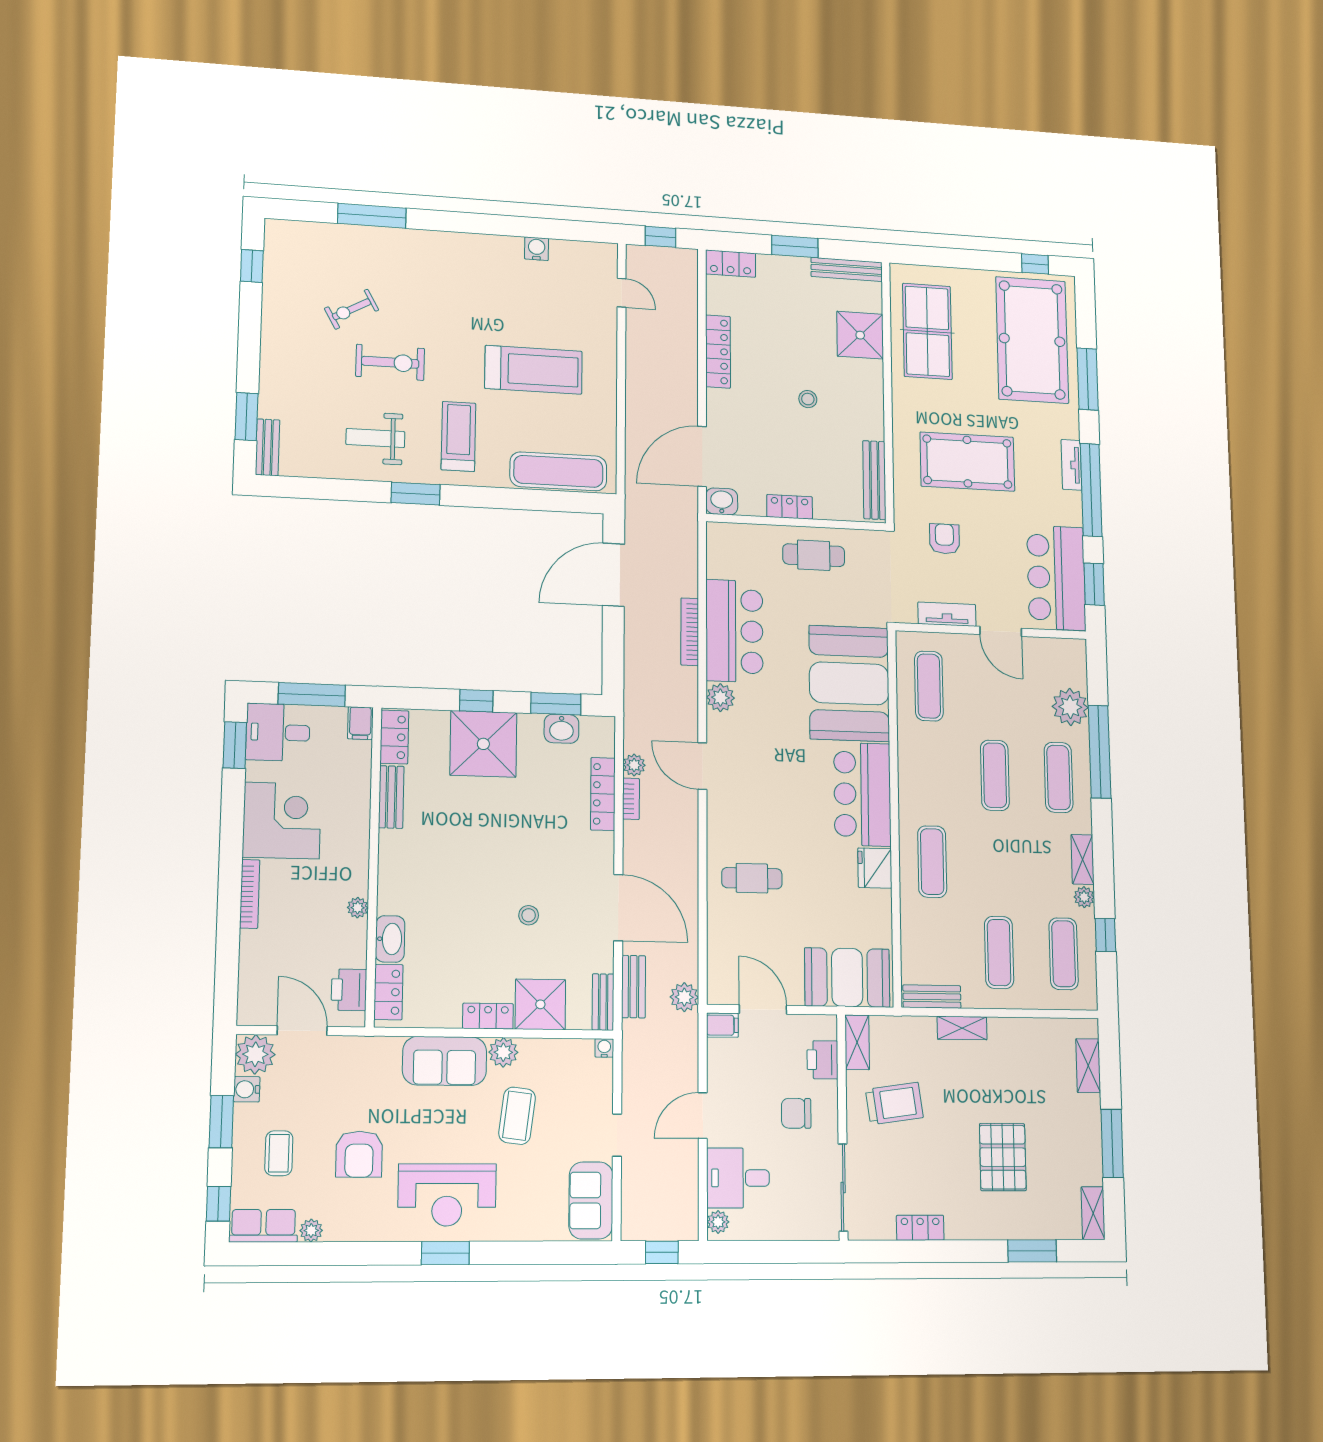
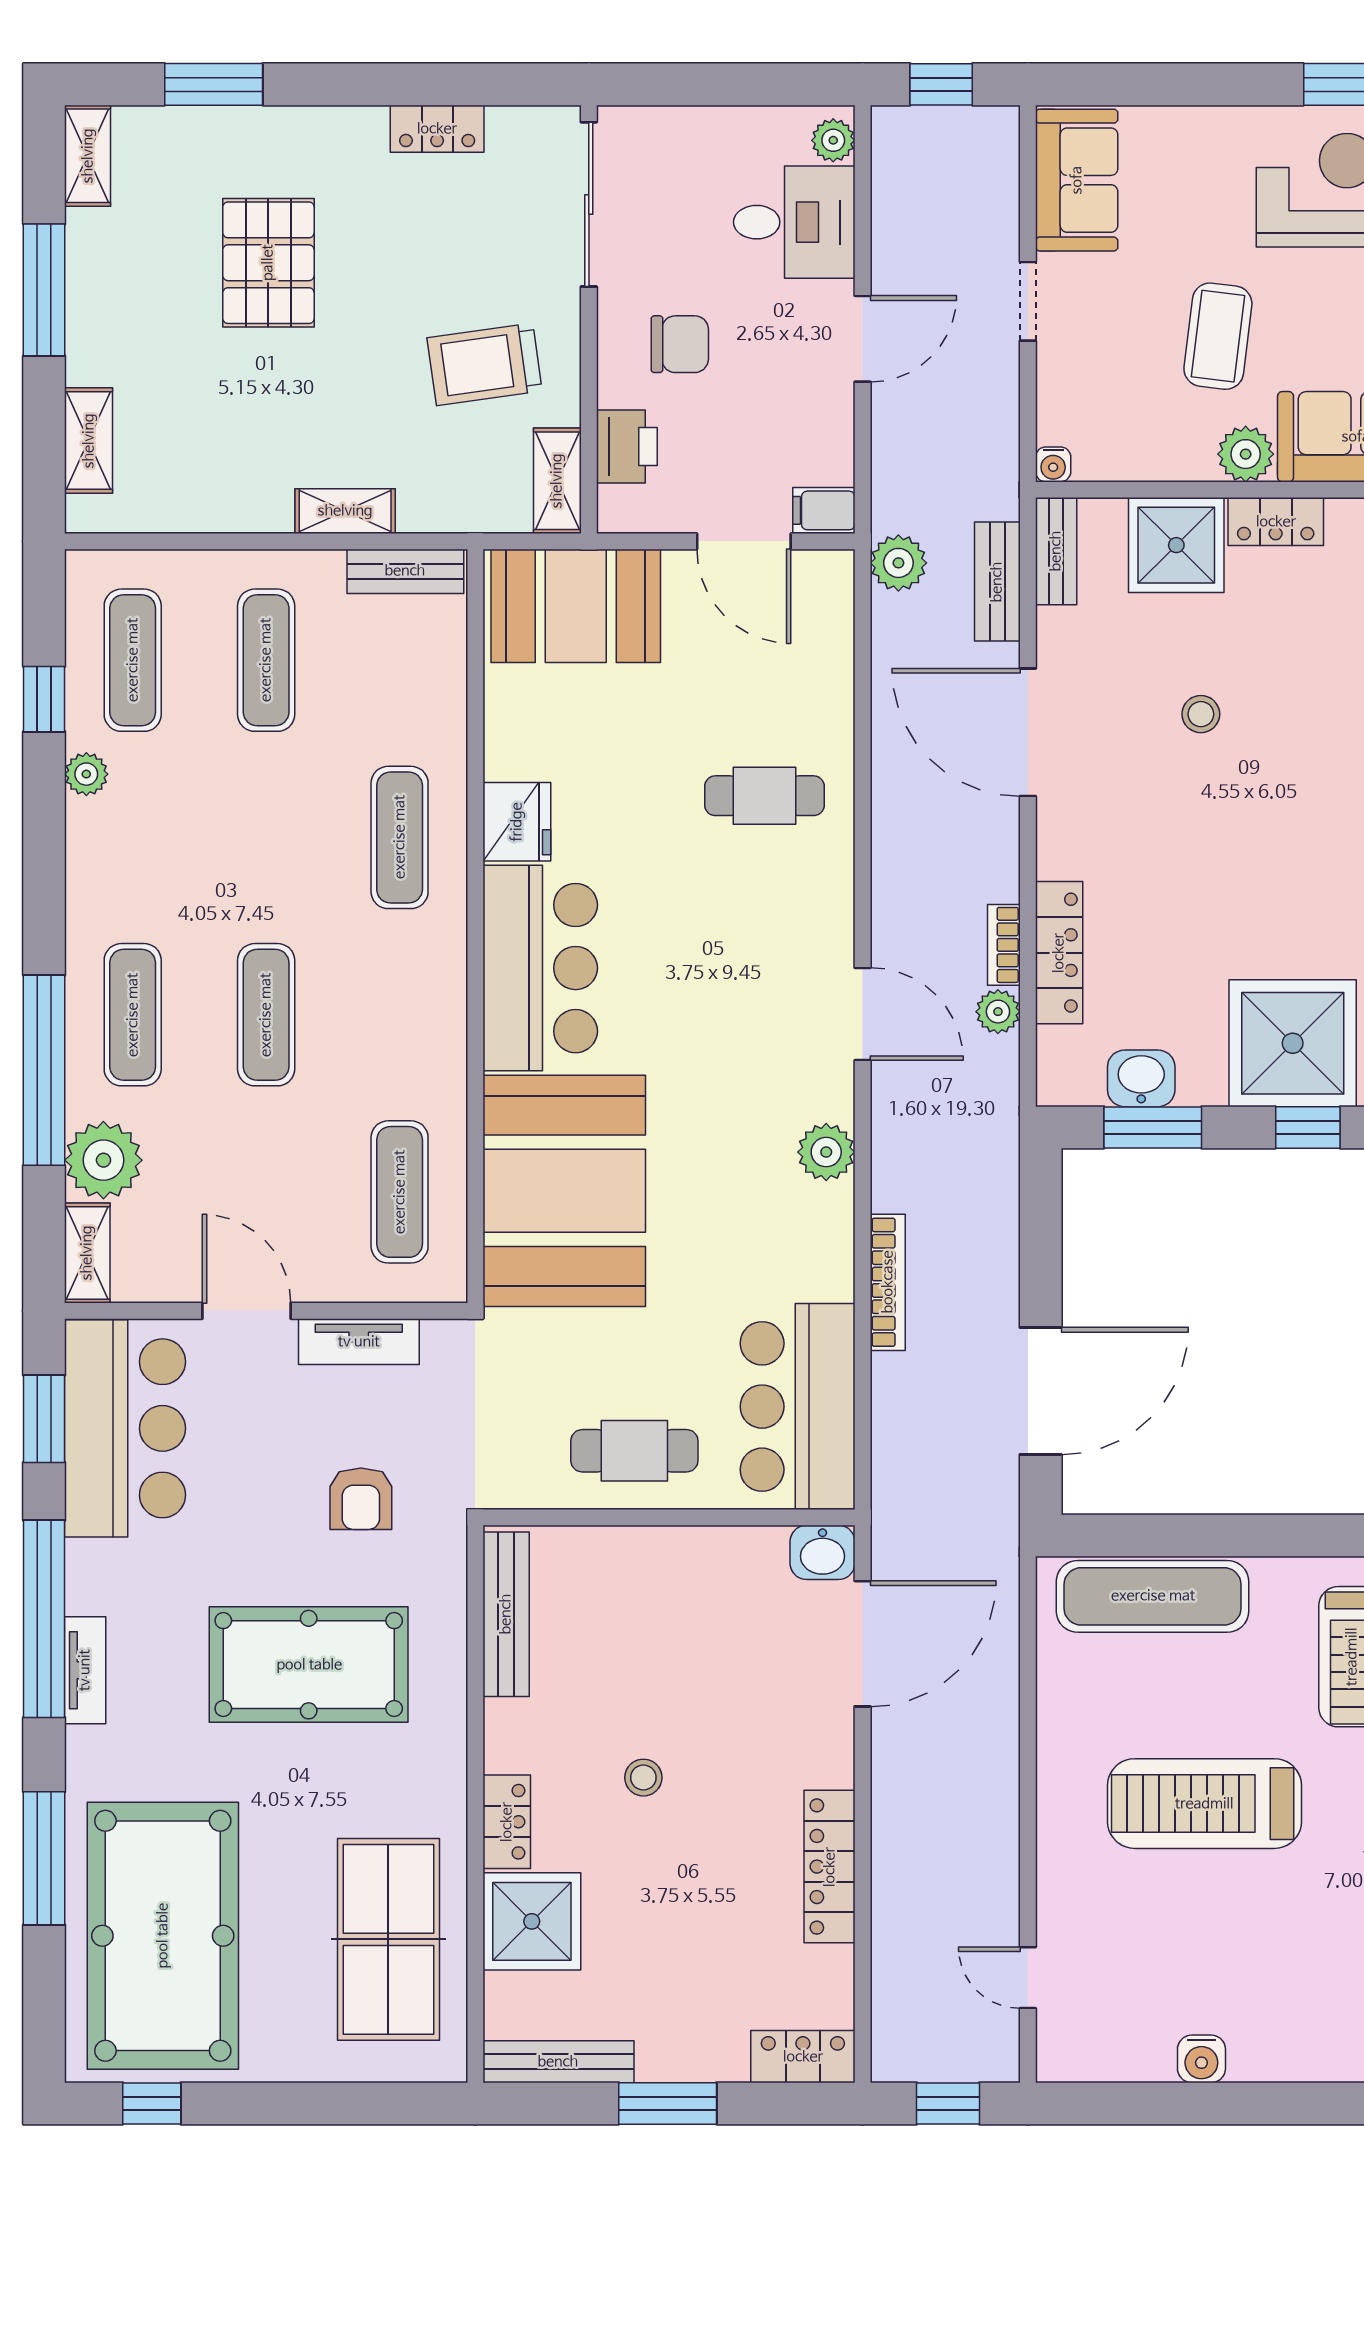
locker: (790, 507) -> (507, 1822), moved, turned -90
bar counter: (734, 631) -> (798, 1407), moved
shelving: (1083, 859) -> (87, 1253), moved

